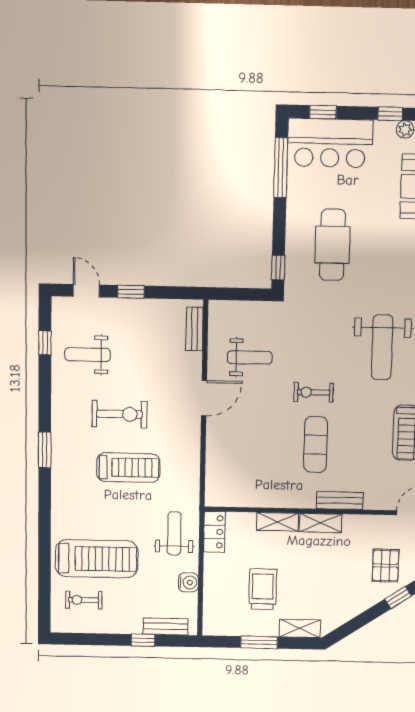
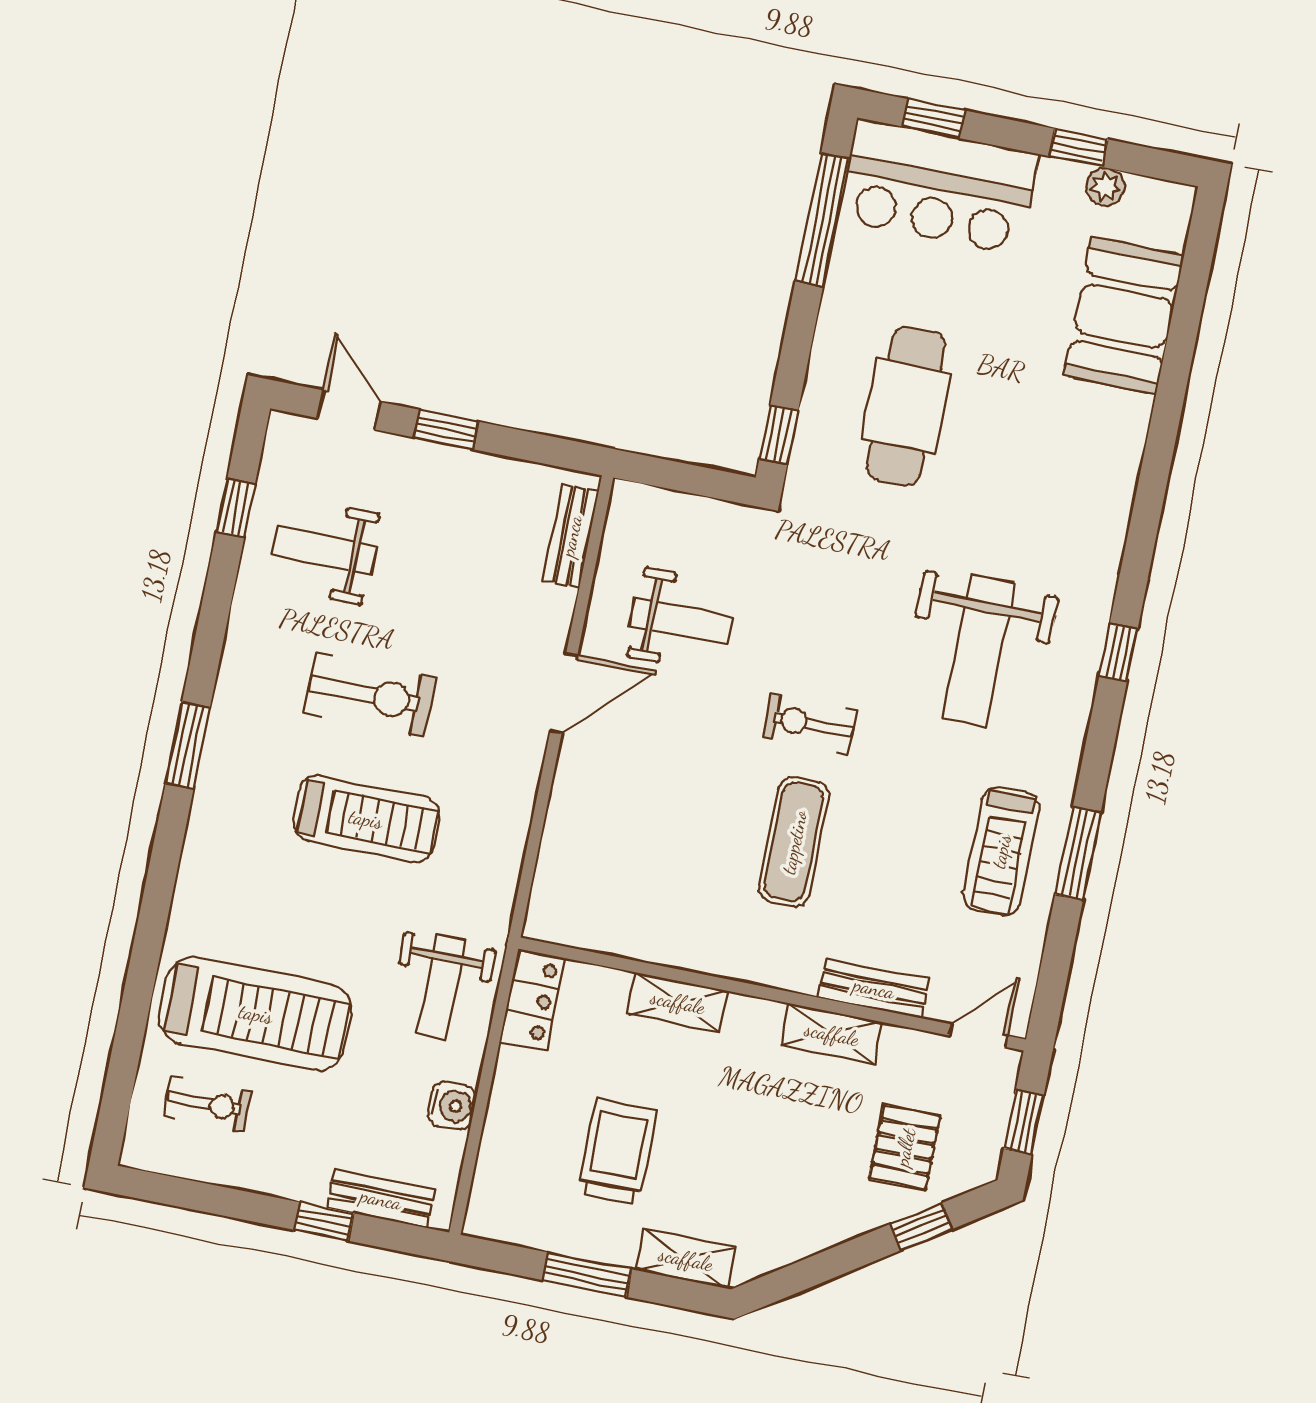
bench: (340, 501) -> (874, 988), moved
shelving: (321, 523) -> (832, 1034), moved
weight bench: (174, 533) -> (441, 987), turned 180
exercise bike: (84, 600) -> (208, 1104), turned 180

